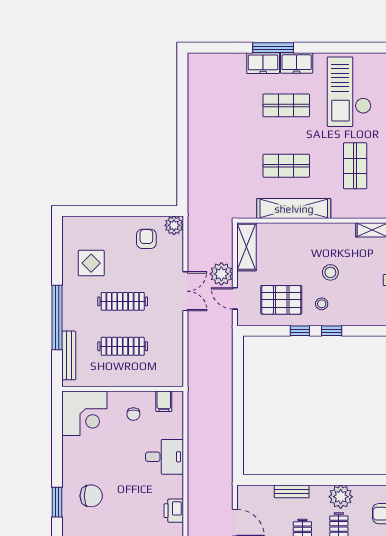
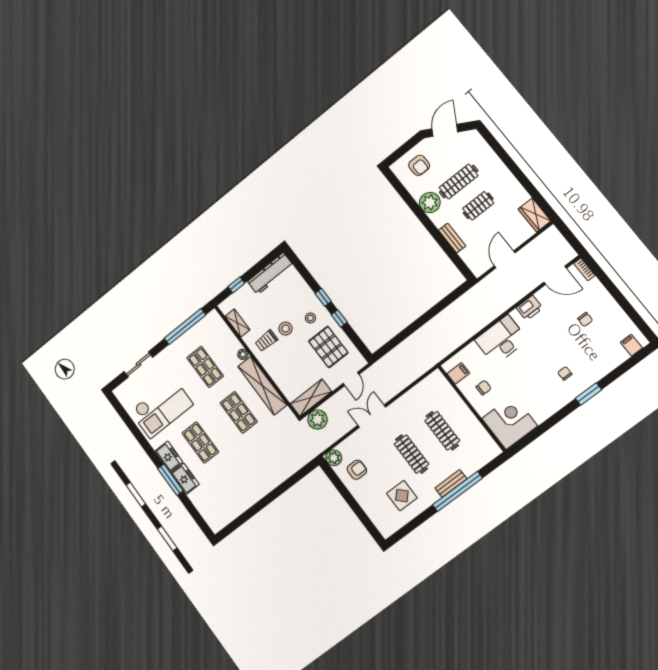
shop shelf: (355, 166) -> (205, 367), turned 90
plant: (338, 212) -> (243, 354), added
armchair: (146, 239) -> (357, 470), turned 180
trolley: (333, 245) -> (266, 341), added
plant: (221, 274) -> (317, 419), moved
bench: (69, 355) -> (451, 483), moved, width x0.73
desk: (165, 457) -> (501, 340), width x1.37
chair: (91, 496) -> (565, 373), width x0.54, depth x0.54

